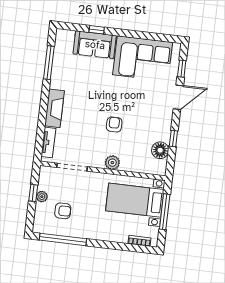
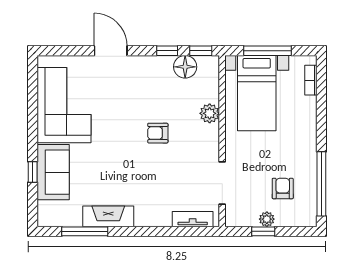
window: (182, 69) -> (201, 51), moved
fireplace: (54, 108) -> (108, 216), moved
plant: (112, 163) -> (210, 113), moved

